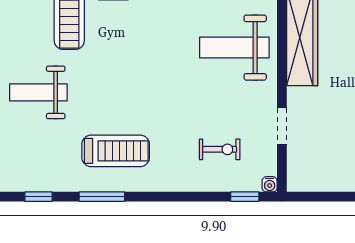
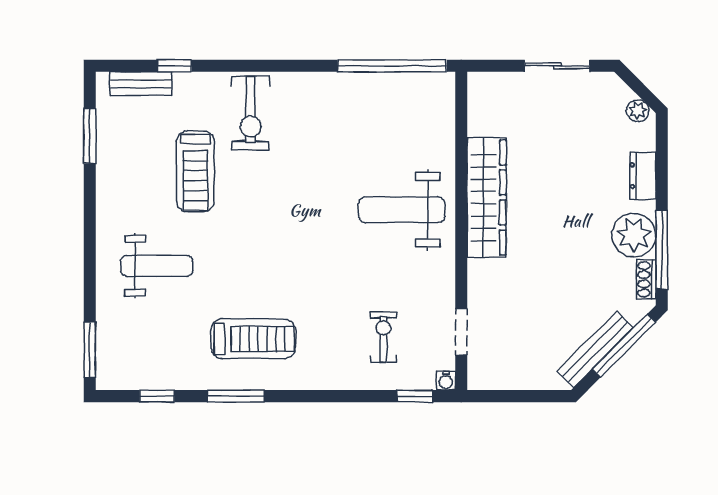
weight bench: (38, 92) -> (157, 266), turned 180
doorway: (282, 126) -> (461, 332), moved
exercise bike: (220, 149) -> (383, 337), turned -90

